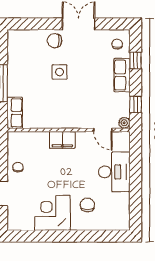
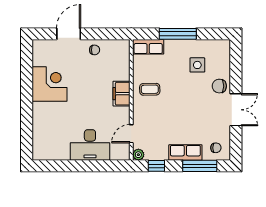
chair: (55, 41) -> (219, 86), turned -90
window: (136, 60) -> (200, 166), width x2.17
side table: (59, 72) -> (197, 65), moved
coffee table: (58, 111) -> (150, 89), added
chair: (87, 205) -> (57, 118), removed

